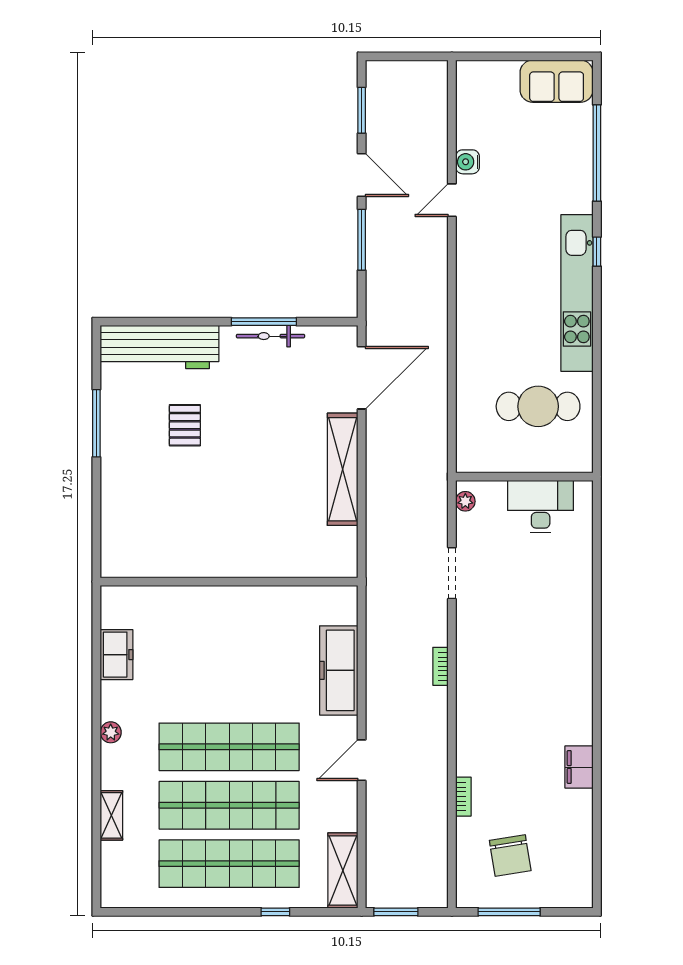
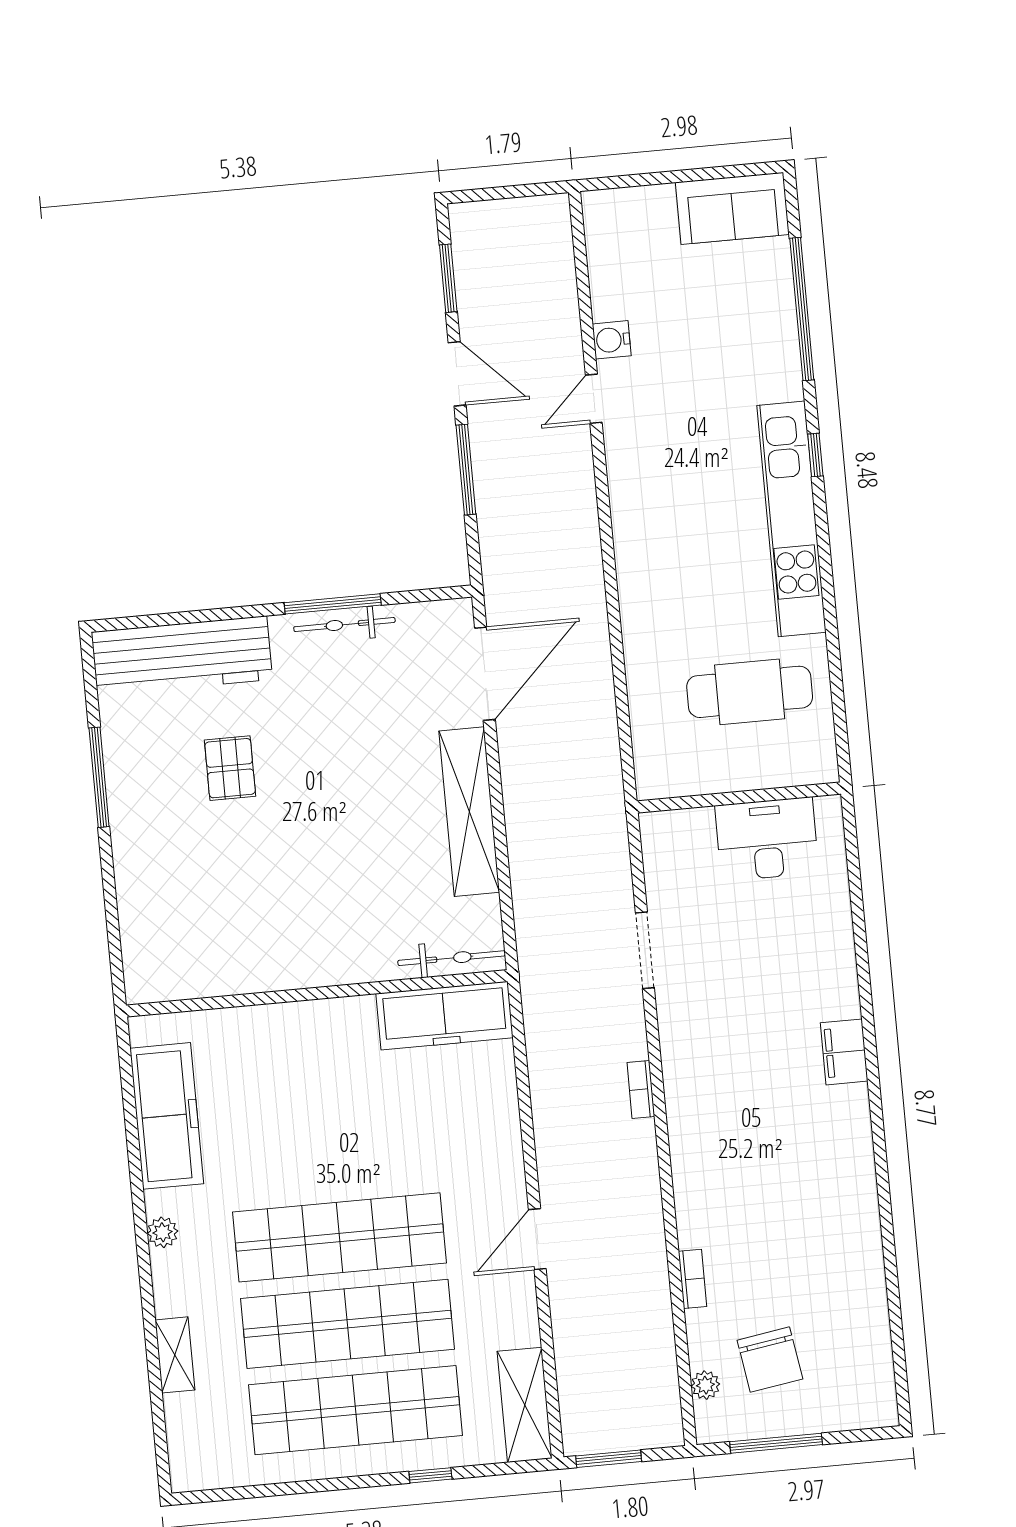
plant: (465, 501) -> (705, 1385), moved
bicycle: (322, 566) -> (452, 958), added
freezer: (117, 655) -> (167, 1116), width x1.91, depth x1.26
freezer: (339, 670) -> (444, 1016), moved, turned -90
filing cabinet: (579, 767) -> (844, 1052), moved

